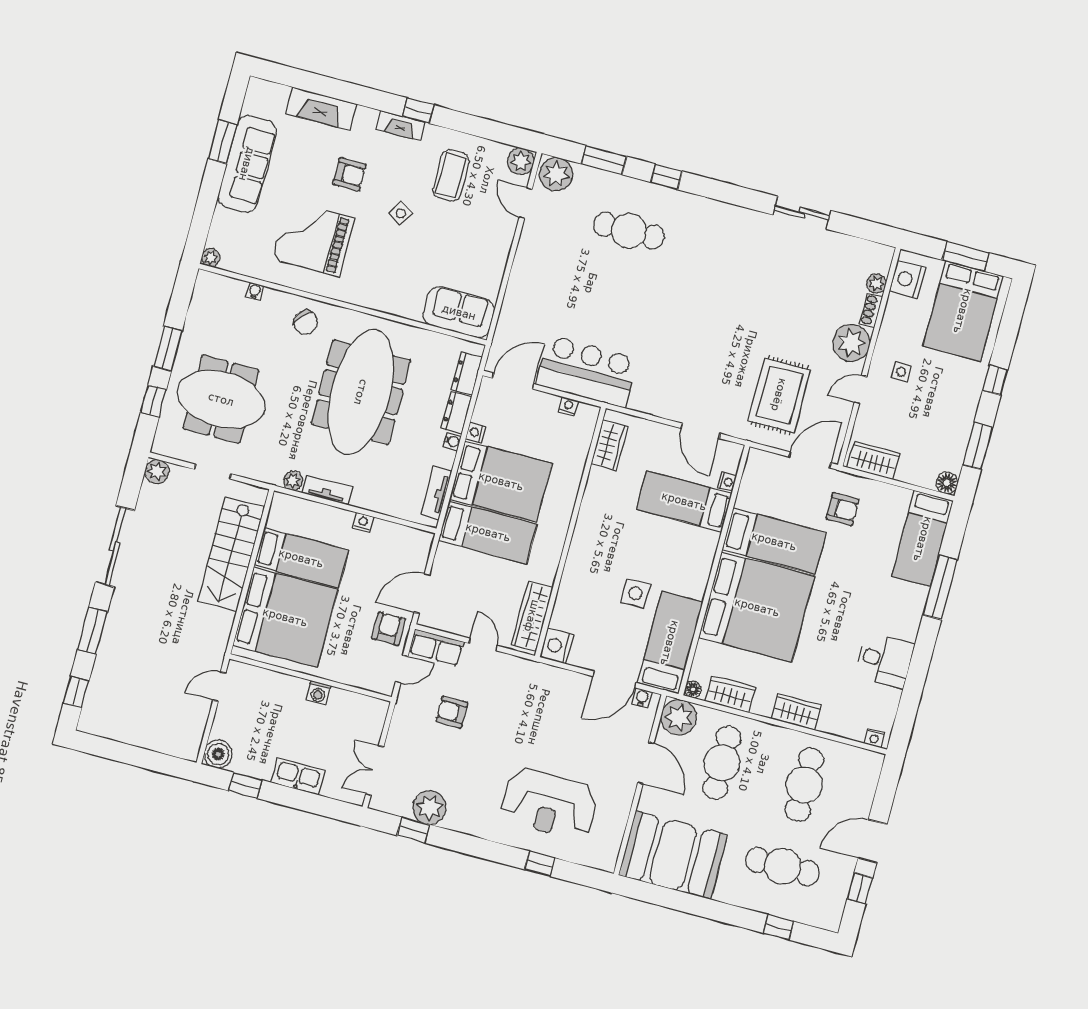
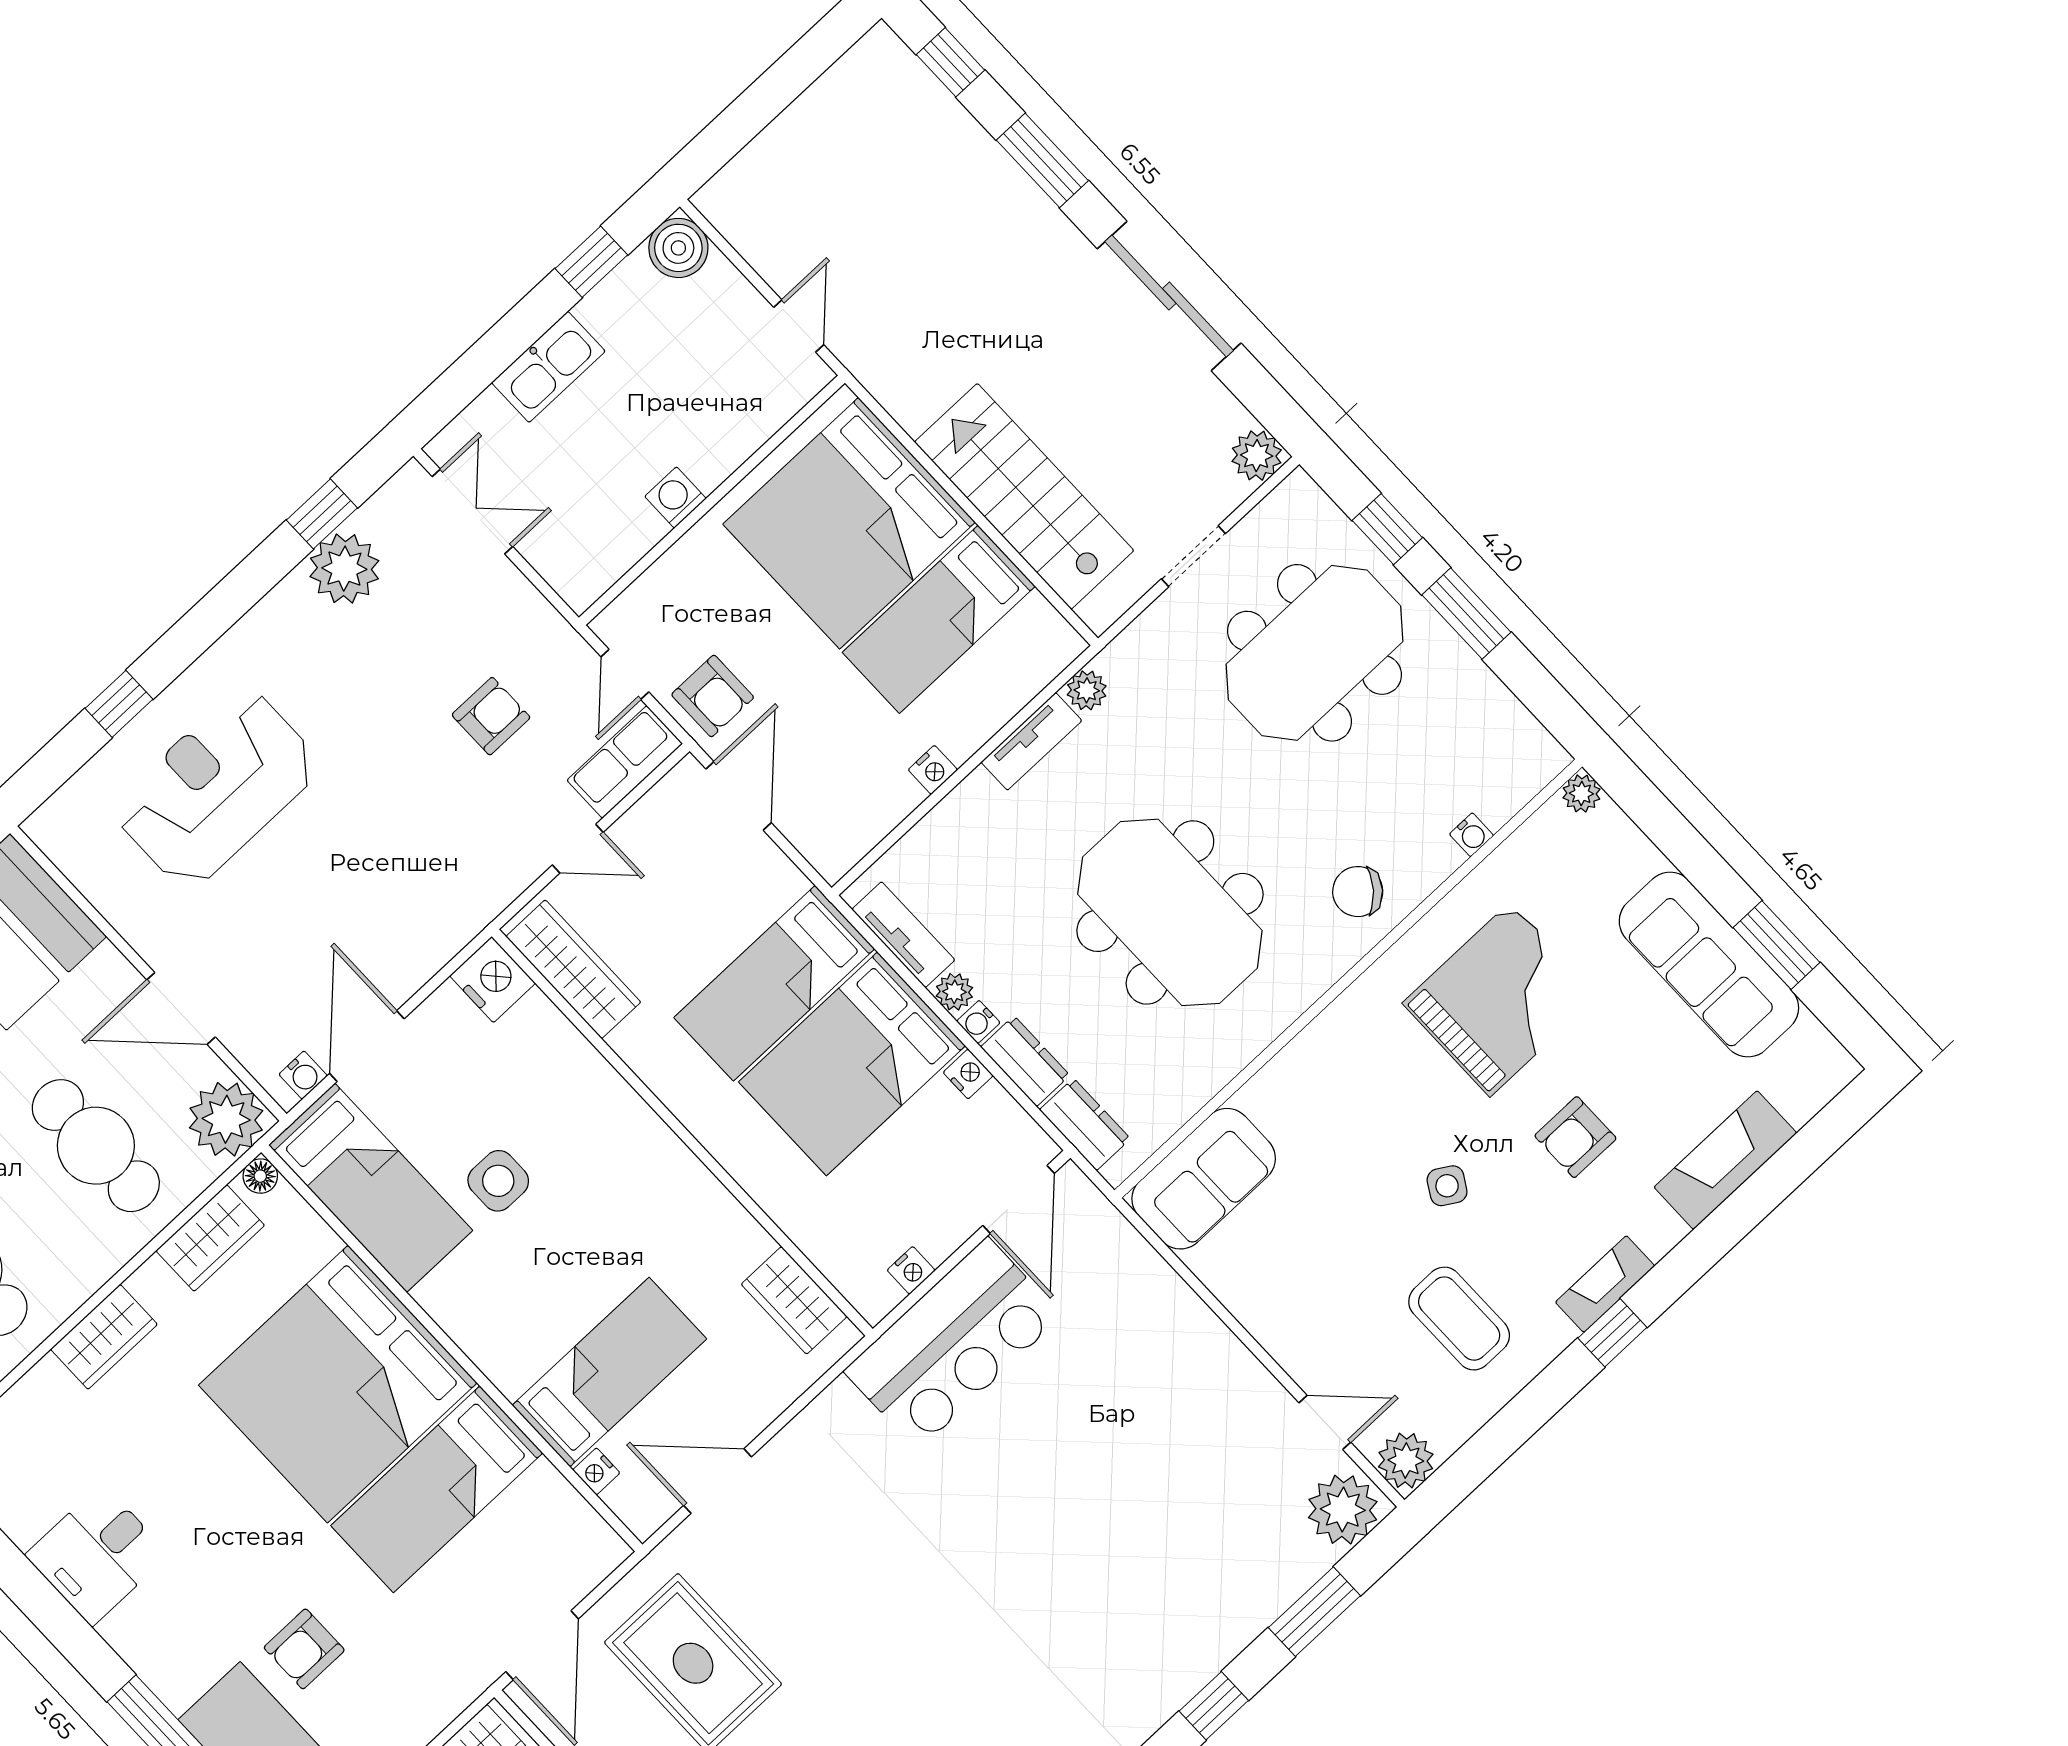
cafe table: (629, 231) -> (1159, 1577), removed
meeting table: (361, 392) -> (1170, 912), width x0.73
plant: (446, 458) -> (954, 992), added
armchair: (842, 509) -> (304, 1649), moved

